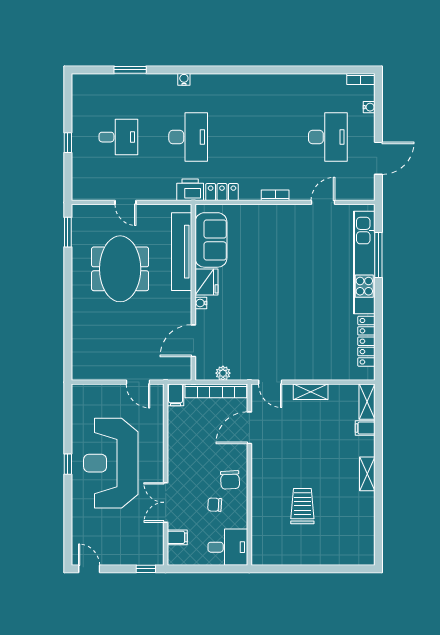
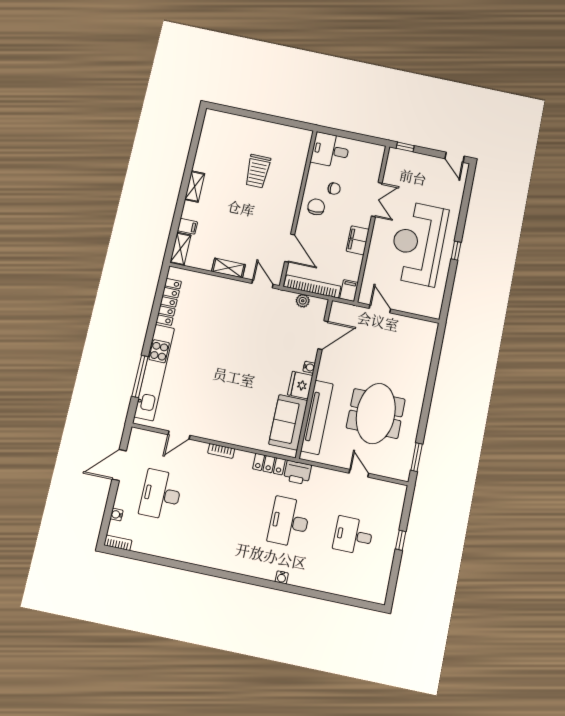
window: (130, 70) -> (330, 597), removed
door: (249, 428) -> (290, 248), hinge flipped
reception desk: (111, 463) -> (418, 243), turned 180
filing cabinet: (177, 537) -> (358, 240), moved, width x2.00

